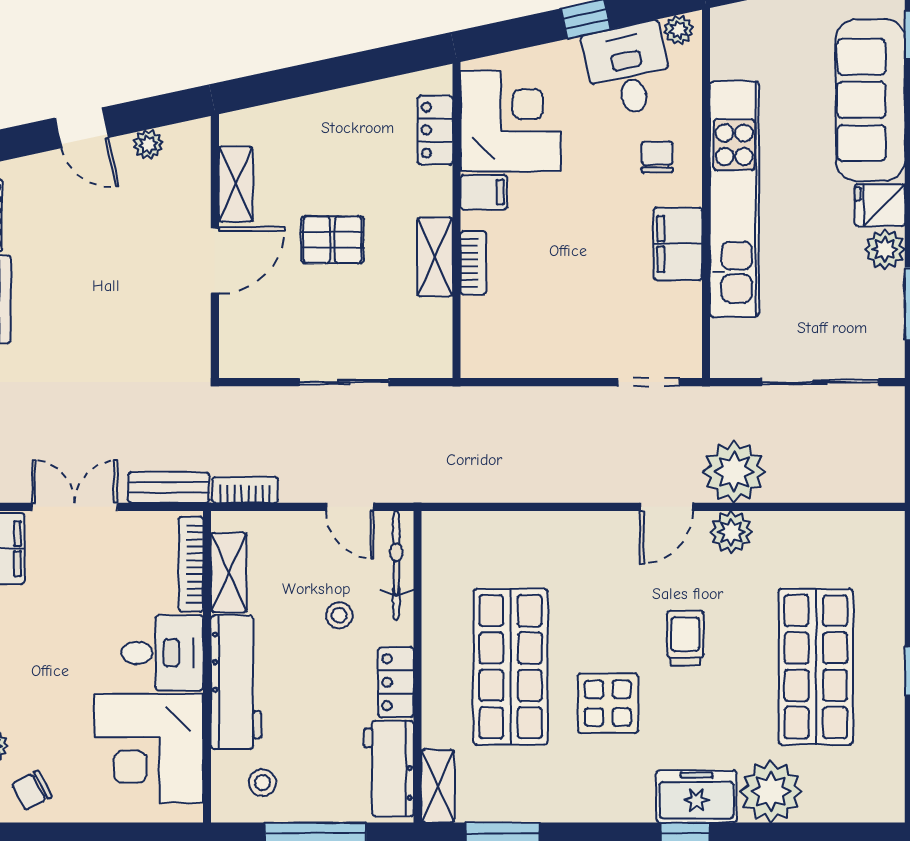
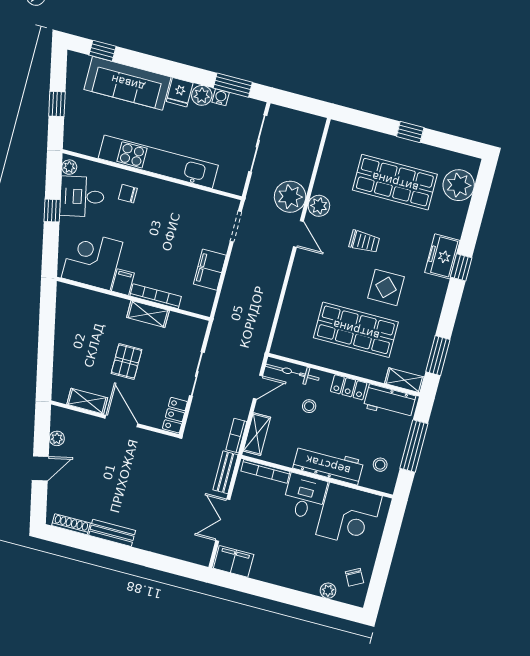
locker: (435, 130) -> (175, 415), moved, turned 90
filing cabinet: (678, 244) -> (210, 270), moved, turned 90
bookcase: (473, 263) -> (156, 296), width x1.56
water cooler: (891, 287) -> (221, 97), added
shelving: (229, 572) -> (257, 434), moved, turned 90
trolley: (685, 638) -> (364, 242), turned 180
plant: (771, 792) -> (459, 185), moved

